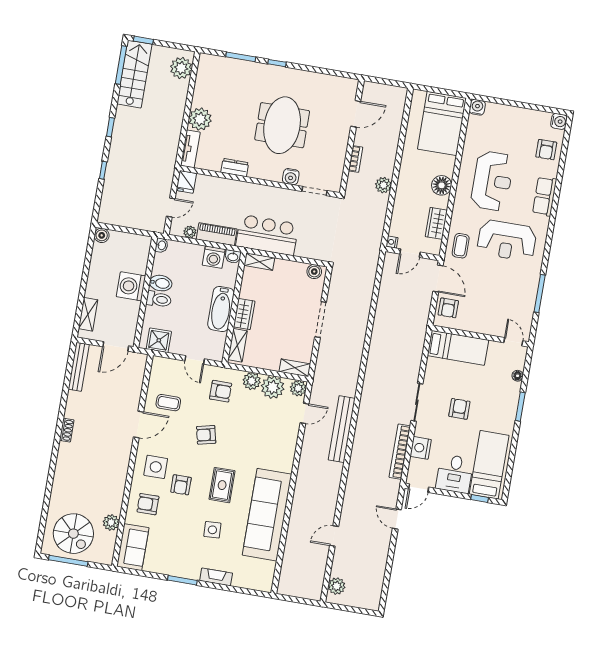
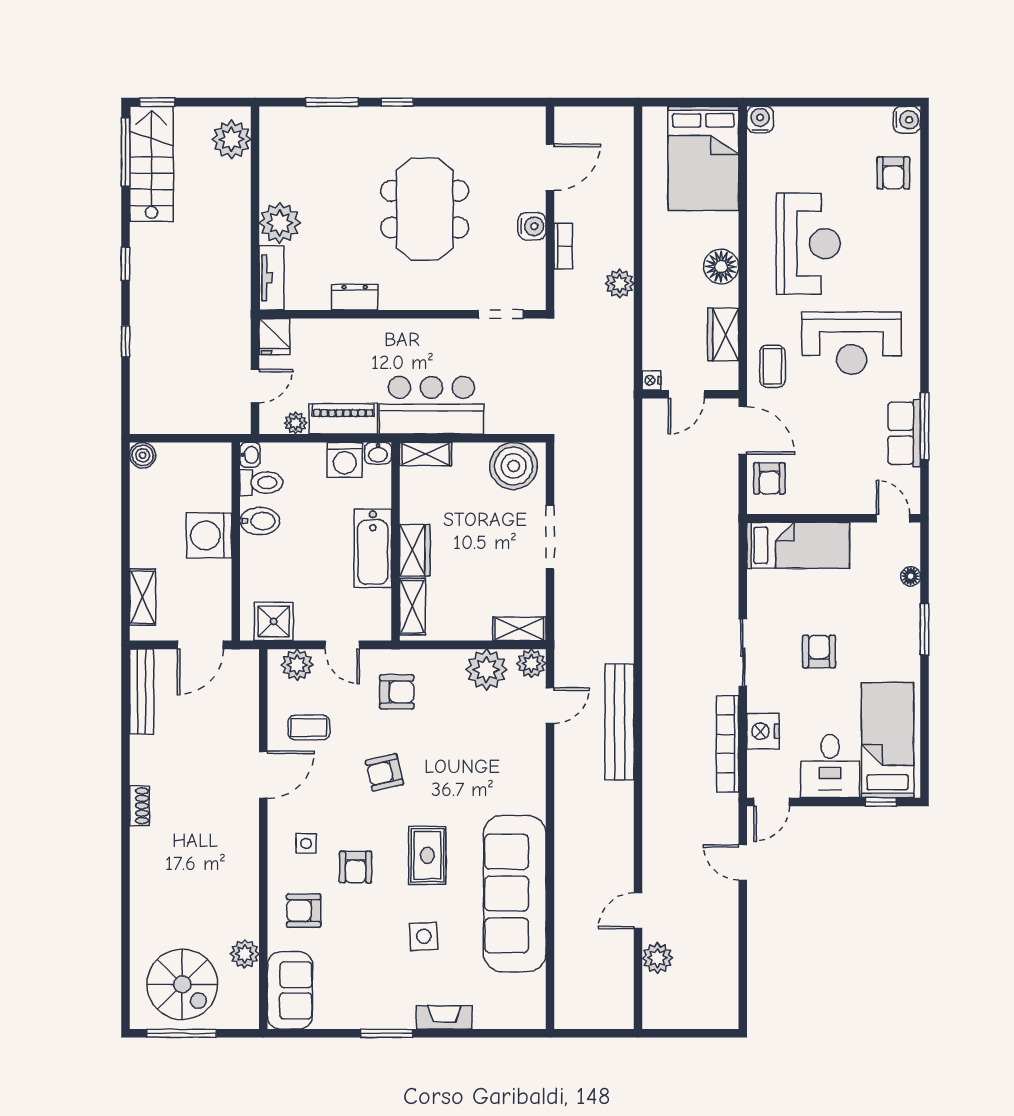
water cooler: (291, 177) -> (532, 226), moved, turned -90
row of seats: (545, 196) -> (904, 433), moved
boiler: (314, 272) -> (514, 466), width x1.86, depth x1.86
toilet: (159, 299) -> (261, 482), moved
plant: (252, 381) -> (297, 665), moved
side table: (156, 467) -> (306, 843), width x0.54, depth x0.54
plant: (337, 586) -> (657, 958), moved

